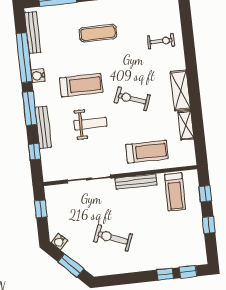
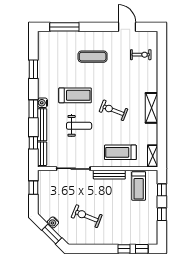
bench: (33, 33) -> (42, 154), moved, width x0.73
exercise bike: (161, 41) -> (141, 55), moved
window: (24, 58) -> (33, 69), width x0.47
water cooler: (38, 76) -> (43, 103), moved
window: (30, 108) -> (33, 109), width x0.69
shelving: (186, 125) -> (153, 156), moved
treadmill: (147, 152) -> (120, 152), turned 180
water cooler: (59, 241) -> (53, 222), moved

